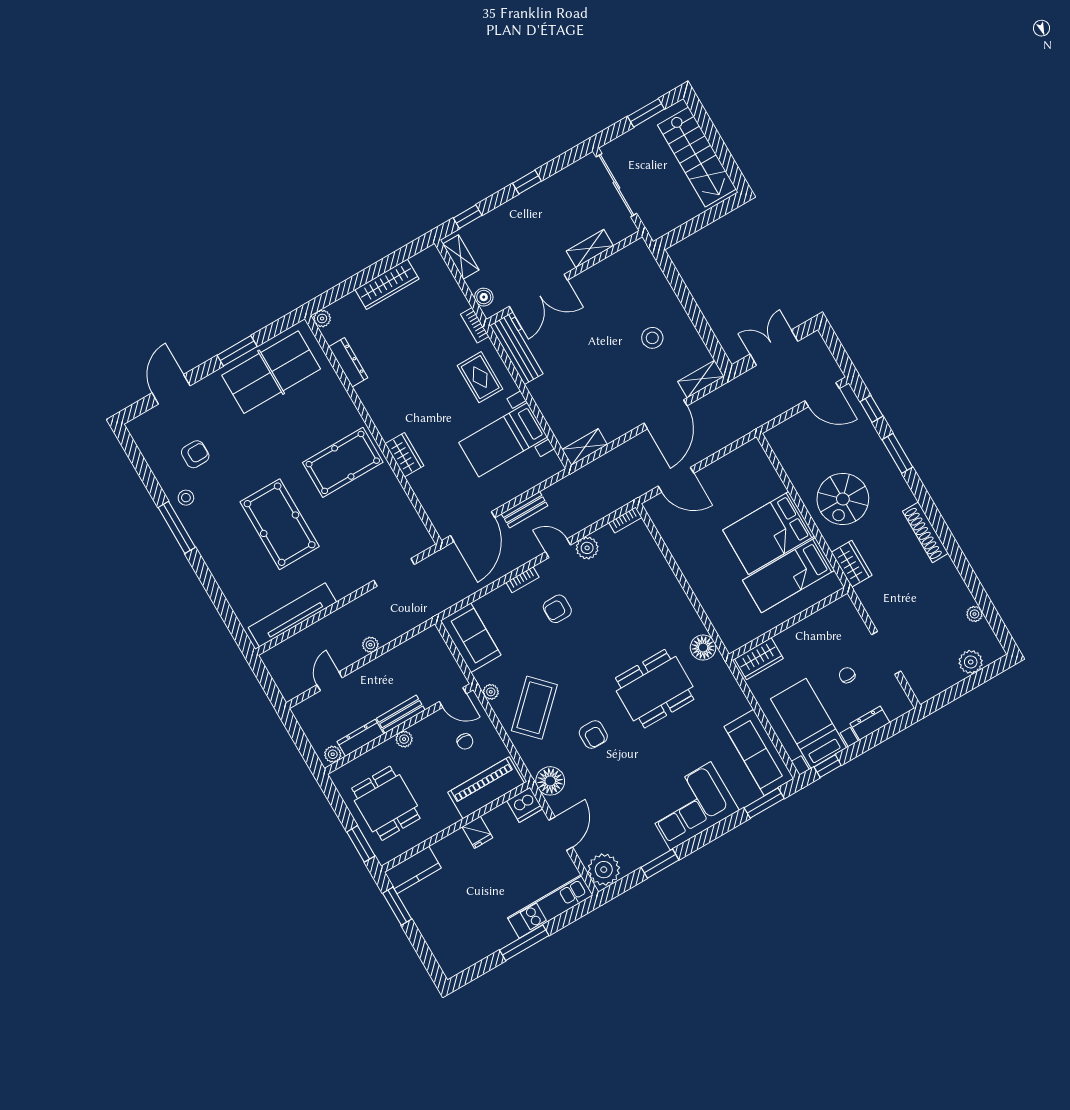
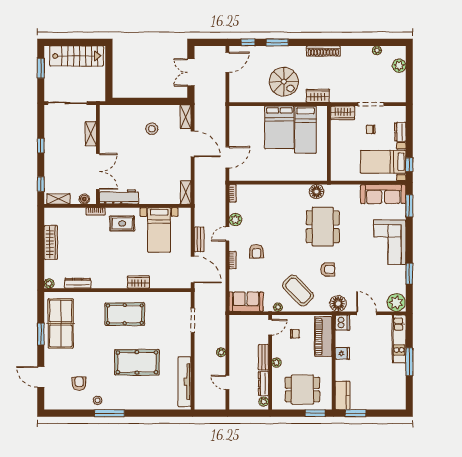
pool table: (343, 462) -> (125, 314), turned 90
wardrobe: (759, 659) -> (343, 113), moved, turned 90

